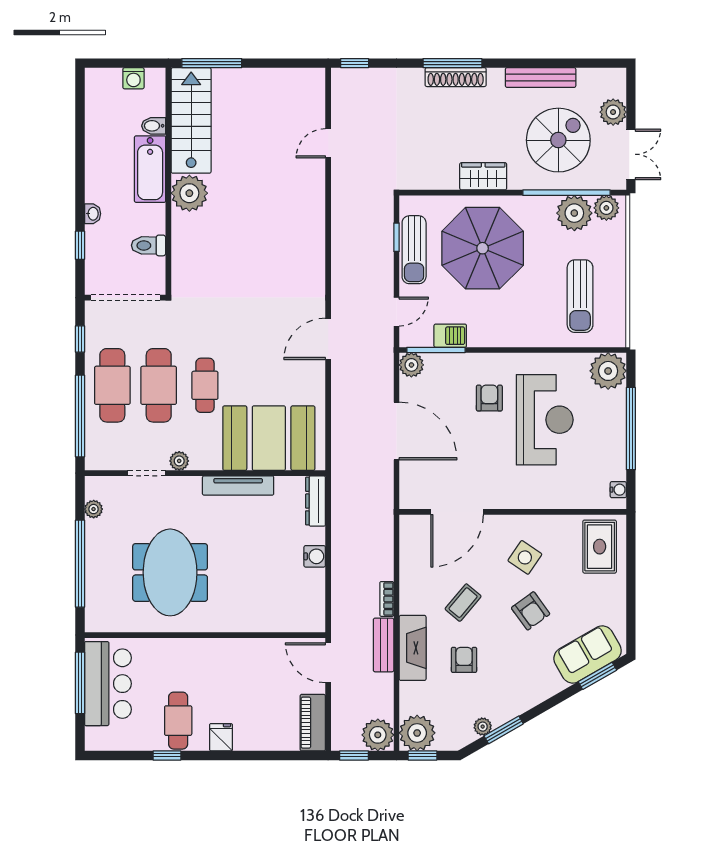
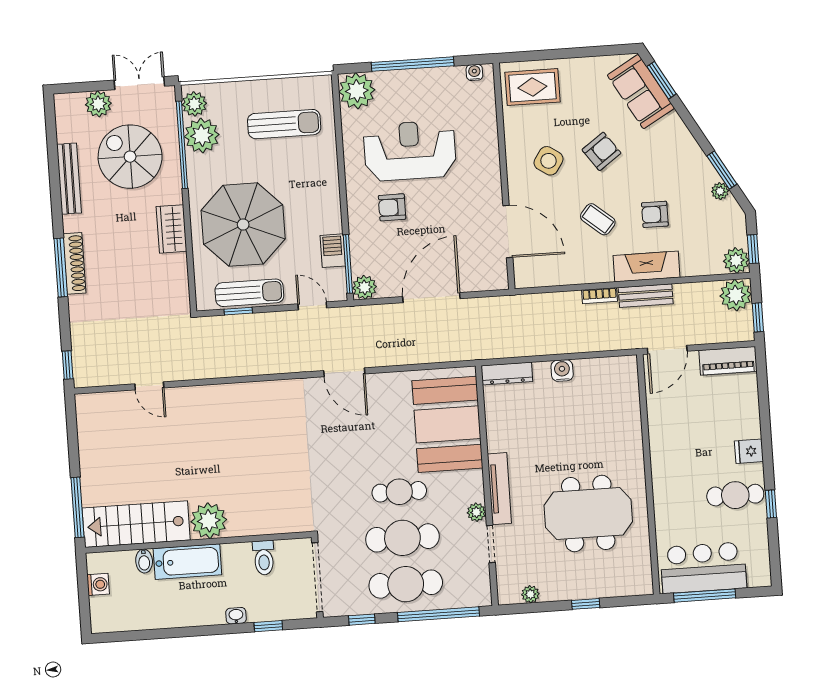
tv unit: (238, 486) -> (499, 489), moved
window: (80, 564) -> (586, 604), width x0.32
plant: (417, 733) -> (736, 260), width x0.73, depth x0.73

